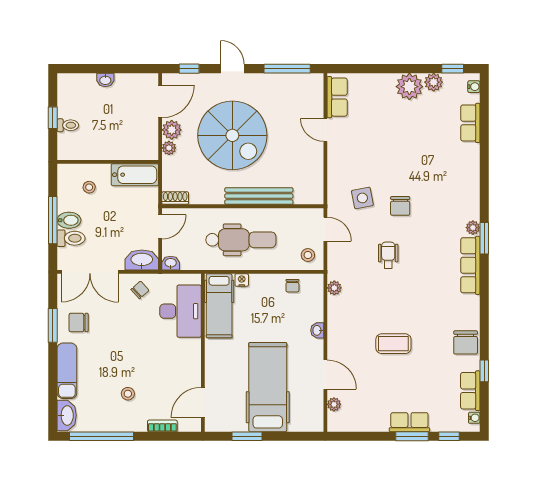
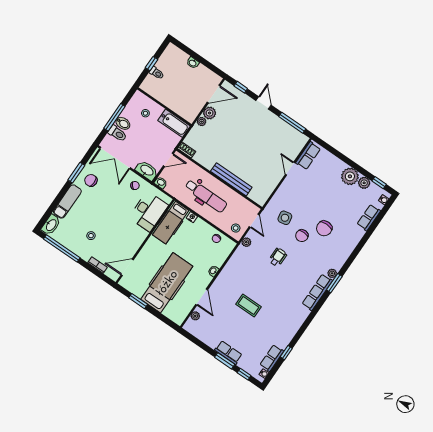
spiral stairs: (232, 135) -> (239, 138), removed
plant: (334, 288) -> (246, 242), moved
chair: (466, 342) -> (324, 228), moved

